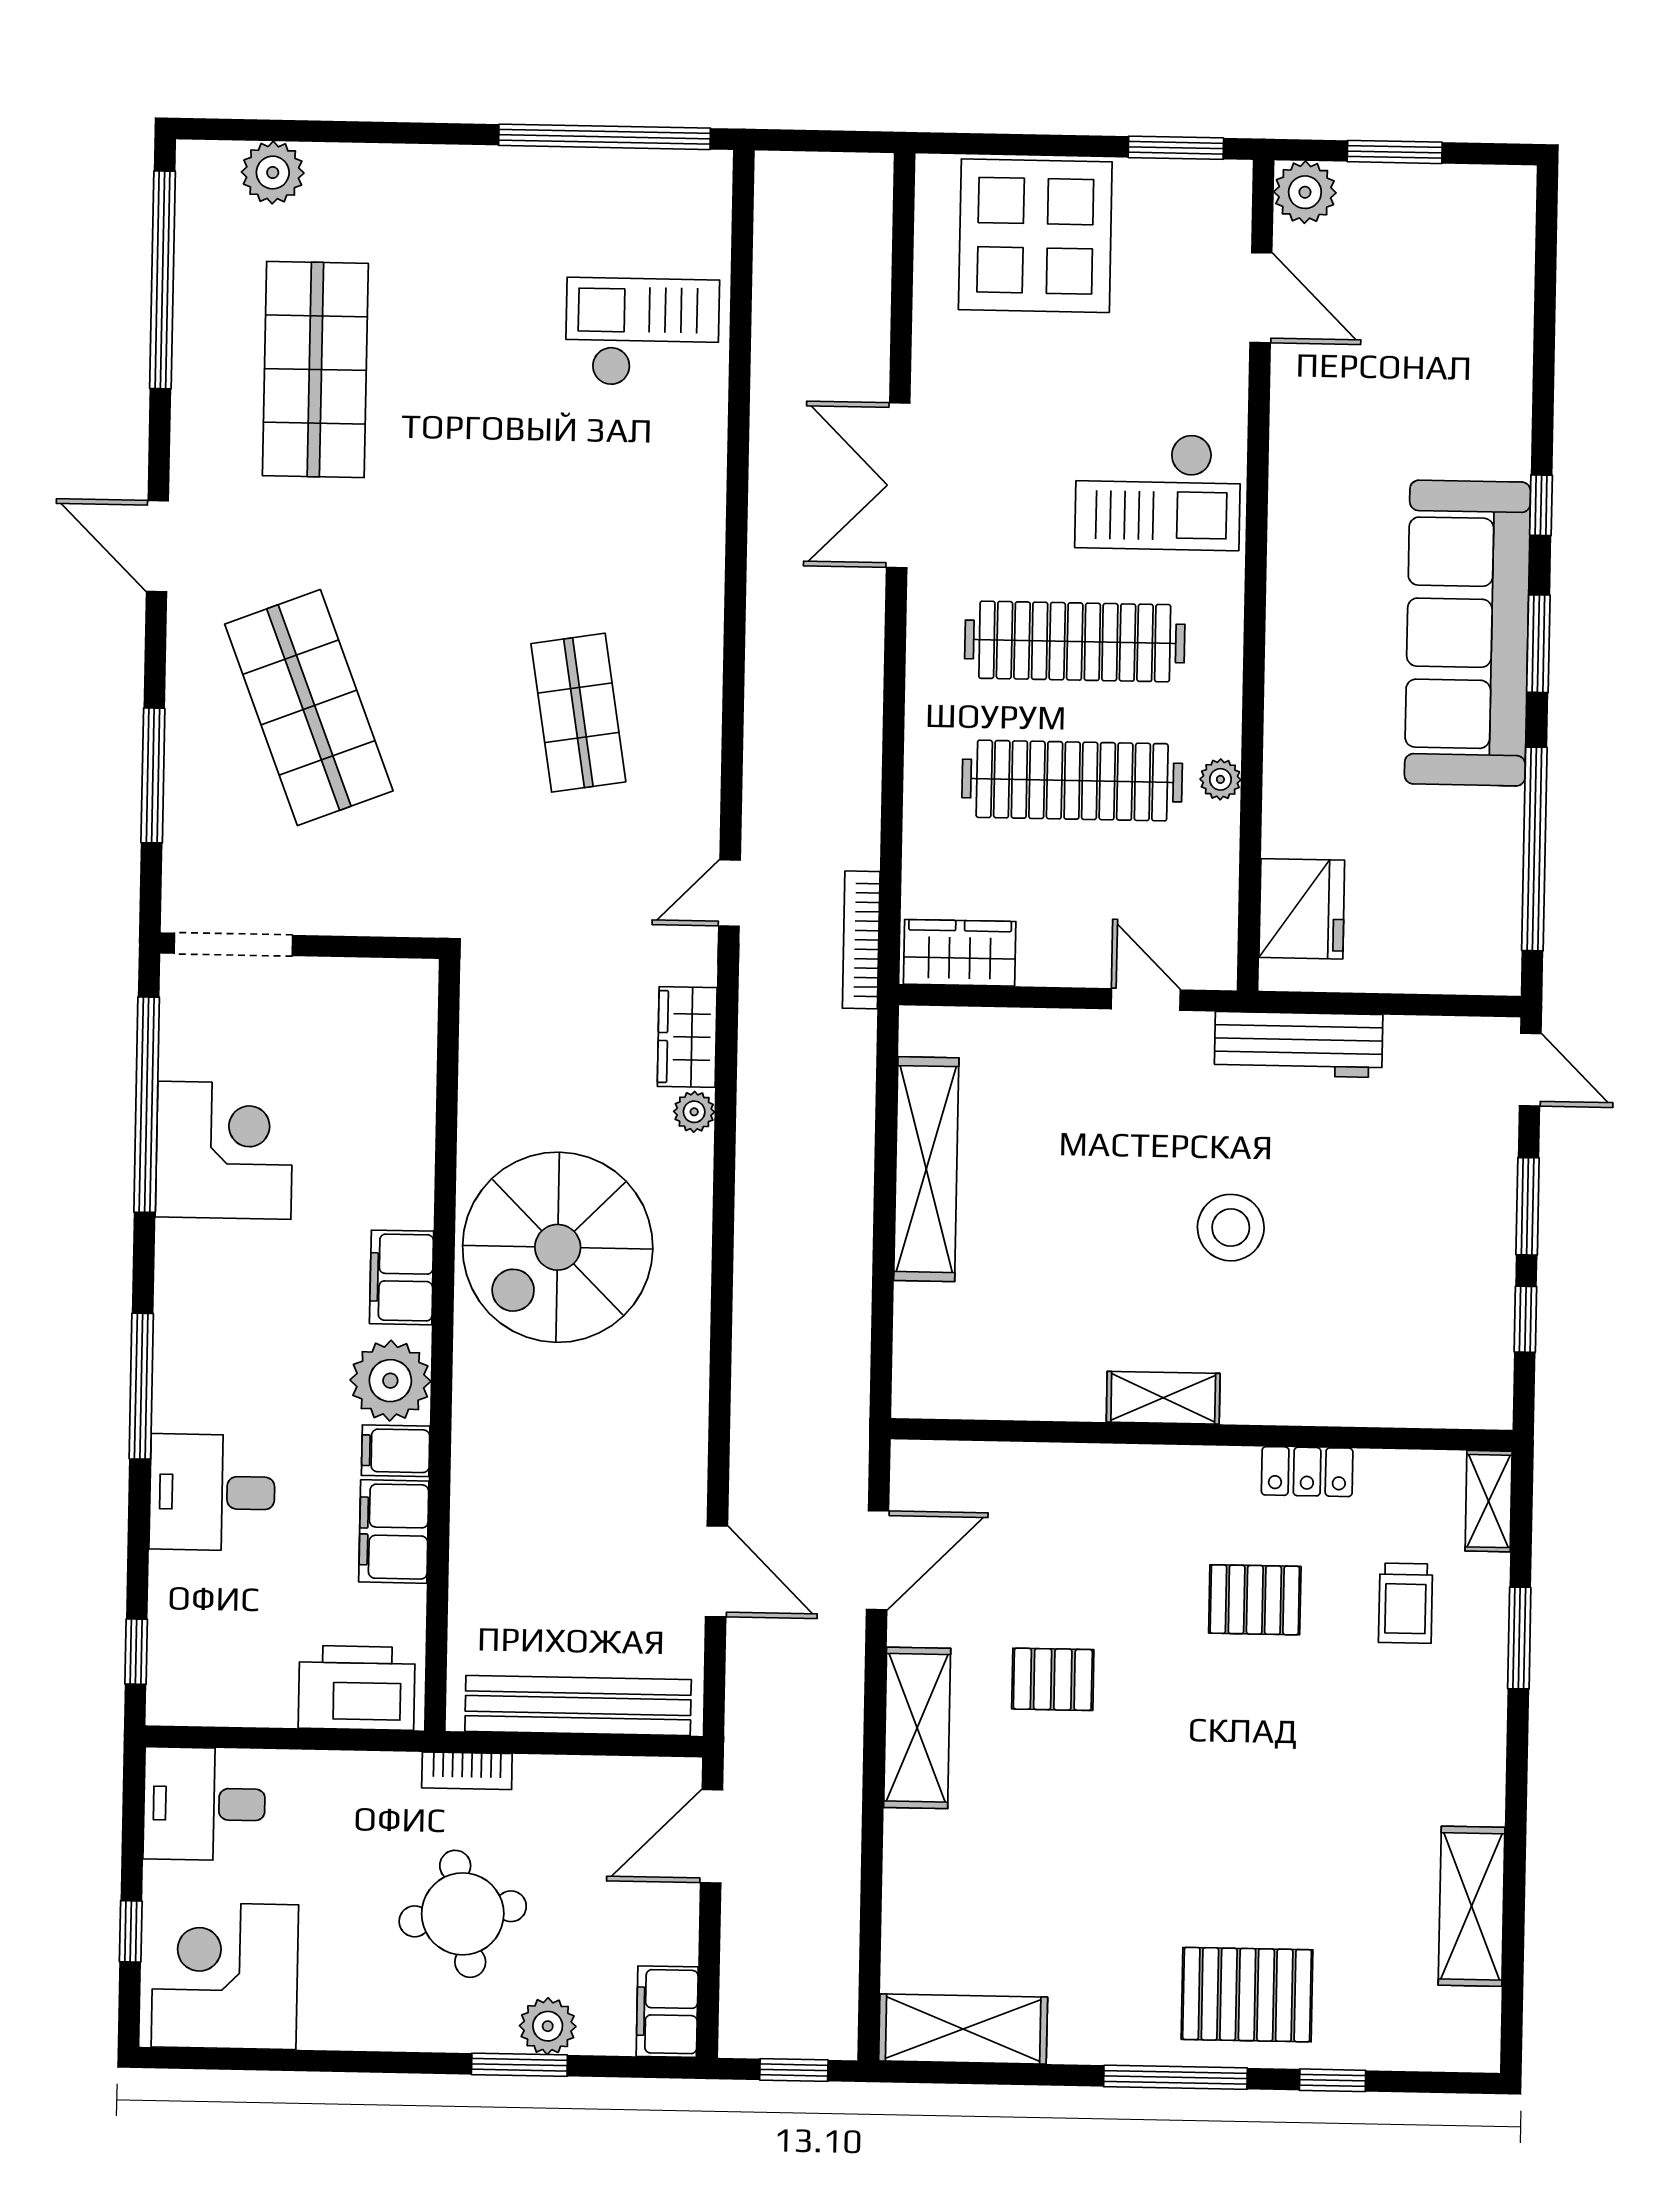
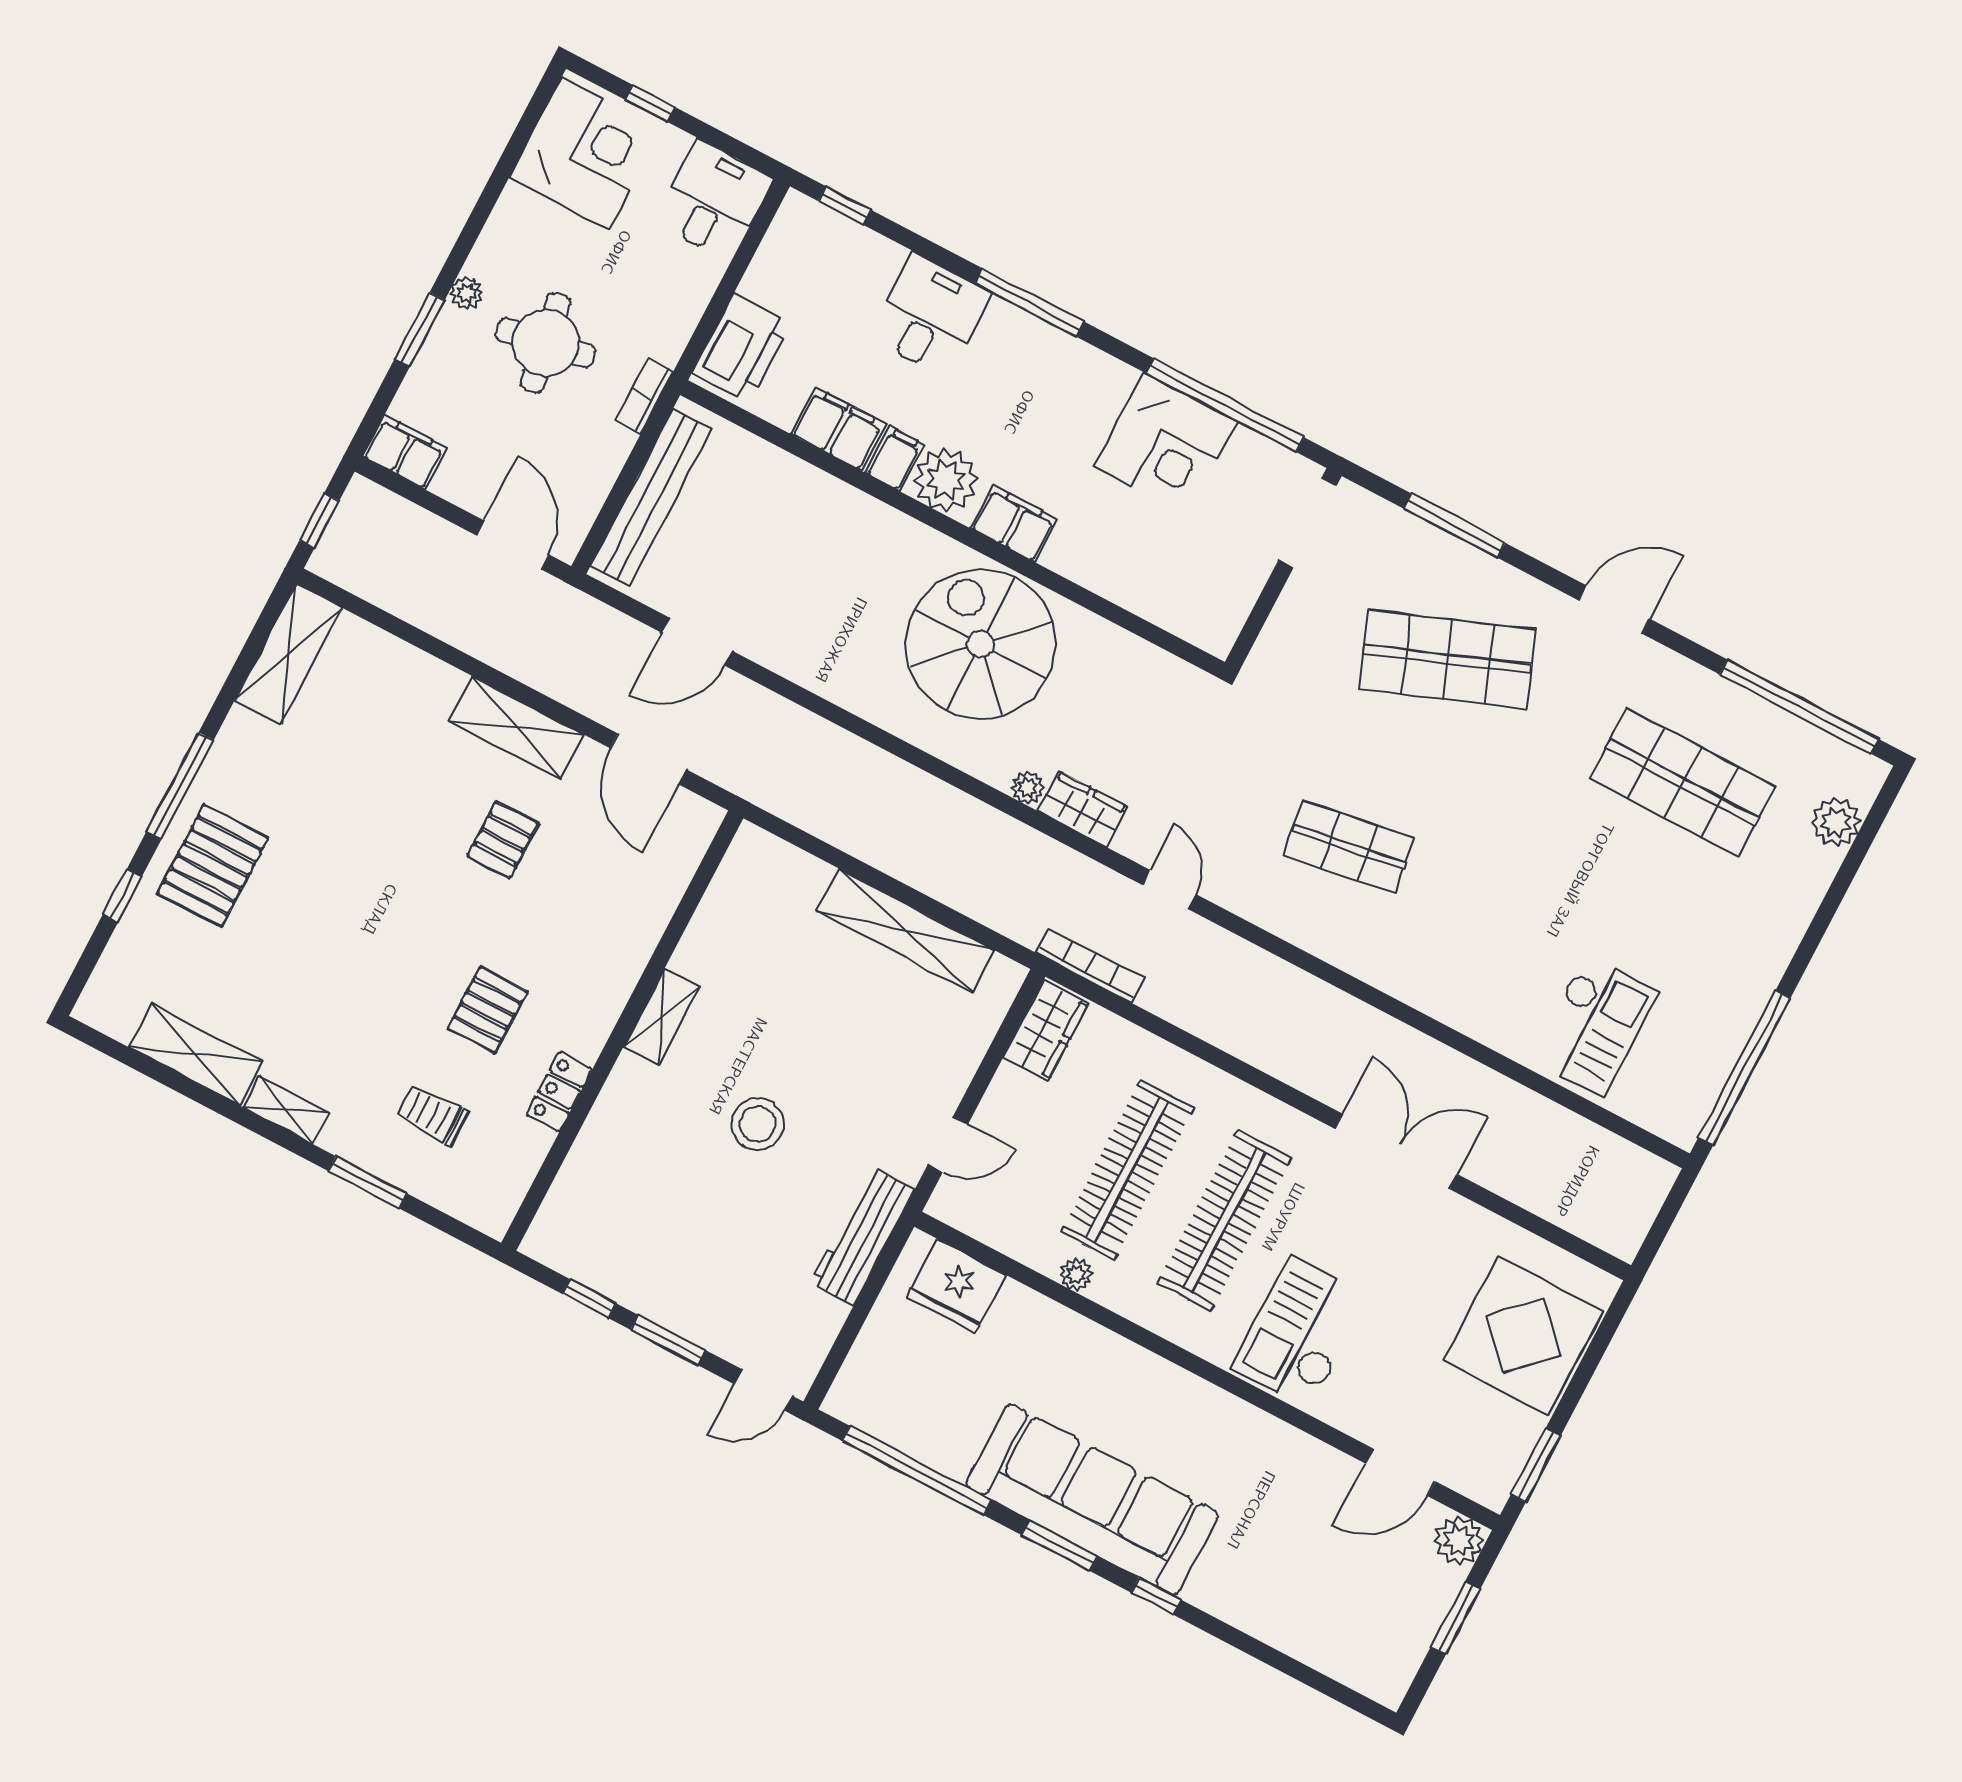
shelving: (1489, 1501) -> (286, 1110), moved
plant: (548, 2026) -> (467, 293), moved, width x0.73, depth x0.73

